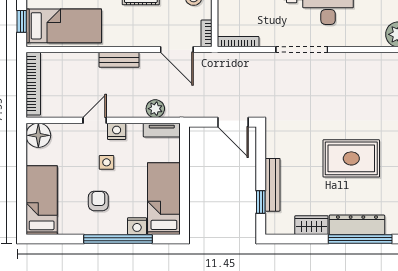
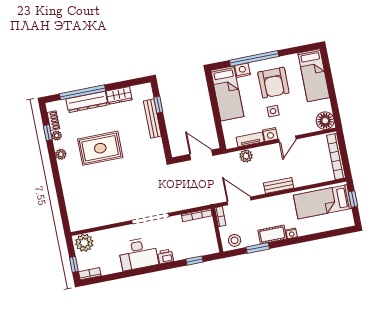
door: (233, 122) -> (201, 155), moved
tv unit: (162, 130) -> (250, 139), moved
armchair: (98, 201) -> (273, 83), width x1.88, depth x1.88

